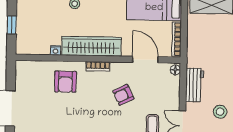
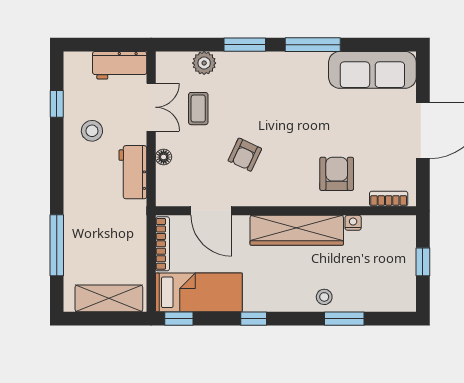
bookcase: (98, 66) -> (389, 199), moved
floor lamp: (175, 70) -> (164, 157), moved
armchair: (123, 95) -> (245, 155), turned 141

